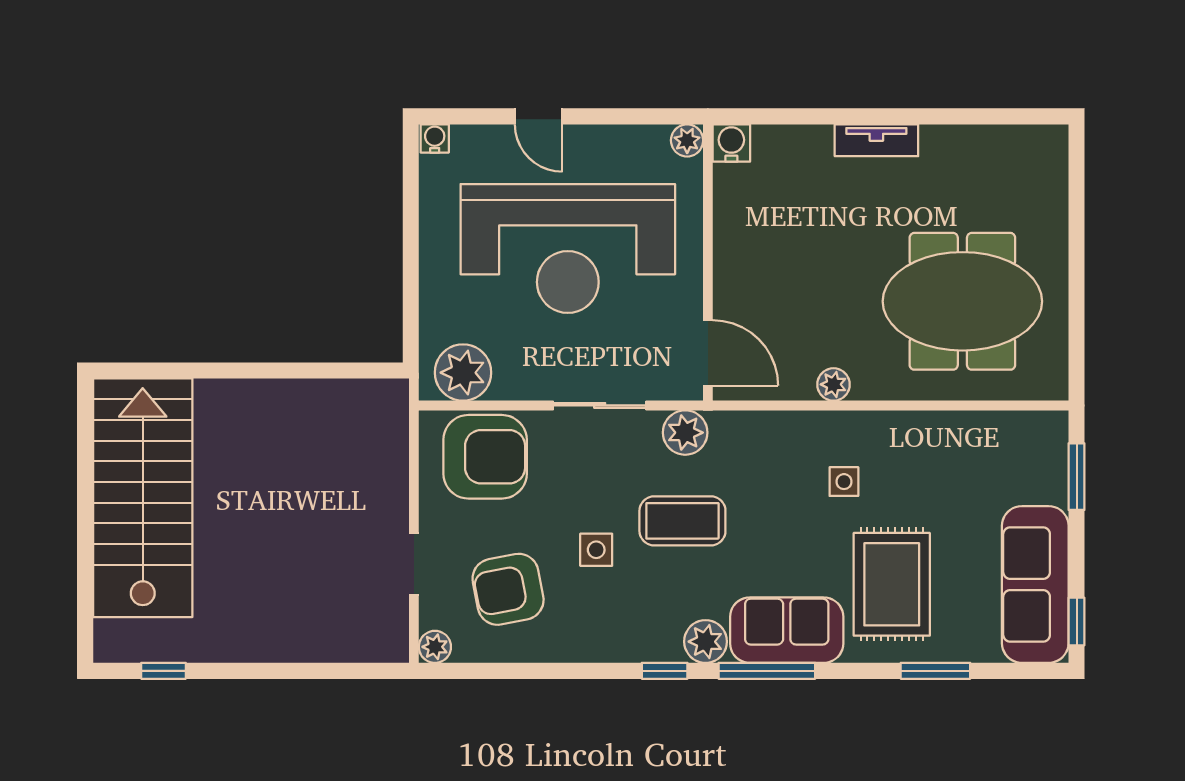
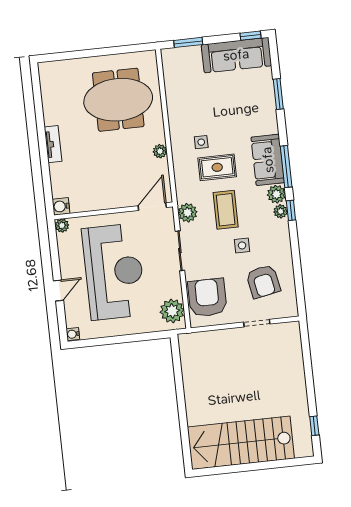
meeting table: (962, 301) -> (118, 100), turned 90
rug: (892, 584) -> (217, 167), moved, width x0.73, depth x0.70
plant: (435, 647) -> (281, 211), moved

